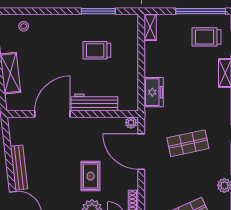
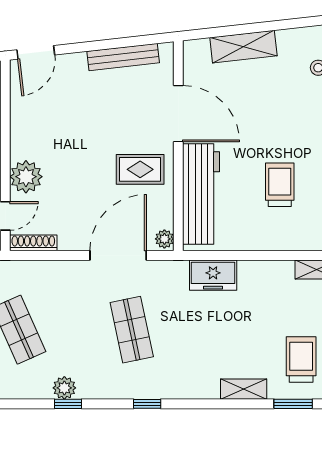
workbench: (94, 102) -> (201, 194), width x1.36, depth x1.32
bench: (19, 168) -> (123, 57), moved
rug: (91, 176) -> (140, 169), moved

